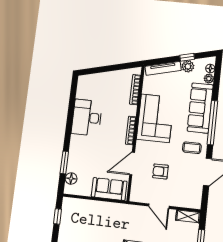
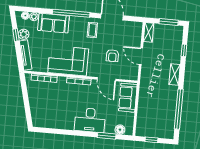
sofa: (200, 108) -> (53, 23), width x0.73
desk: (87, 117) -> (90, 120), moved
door: (159, 206) -> (141, 56), swing flipped

